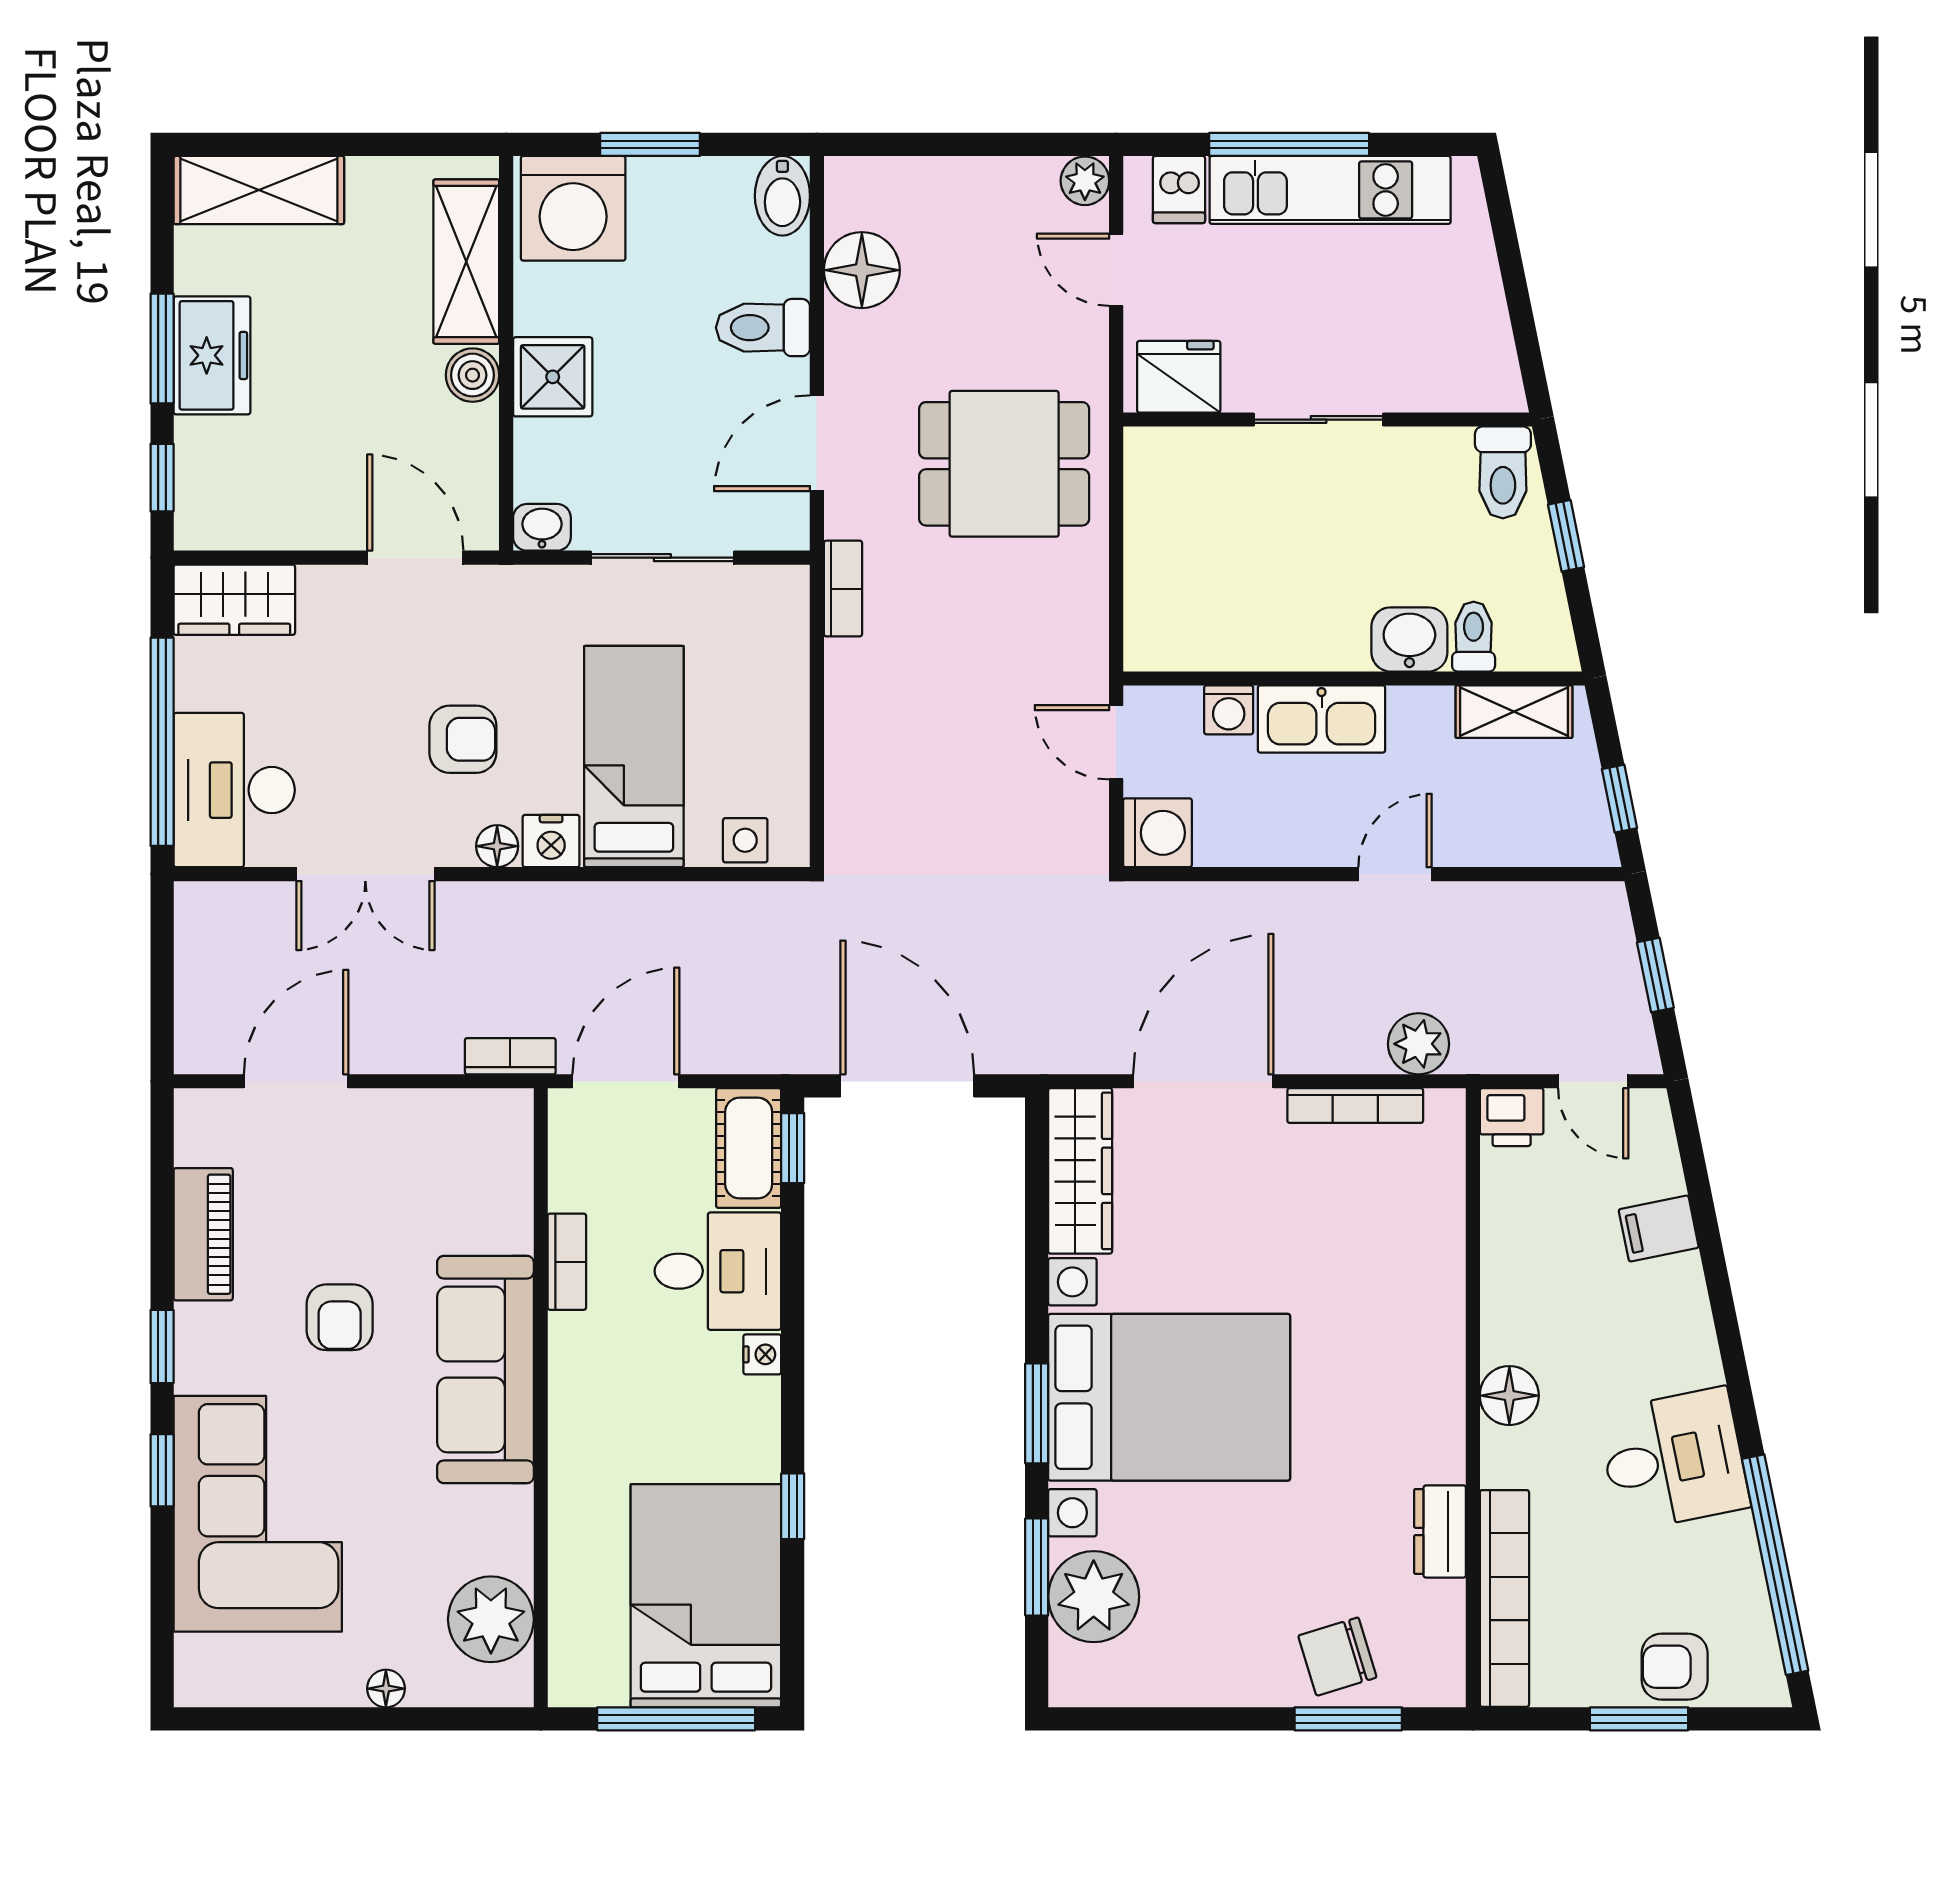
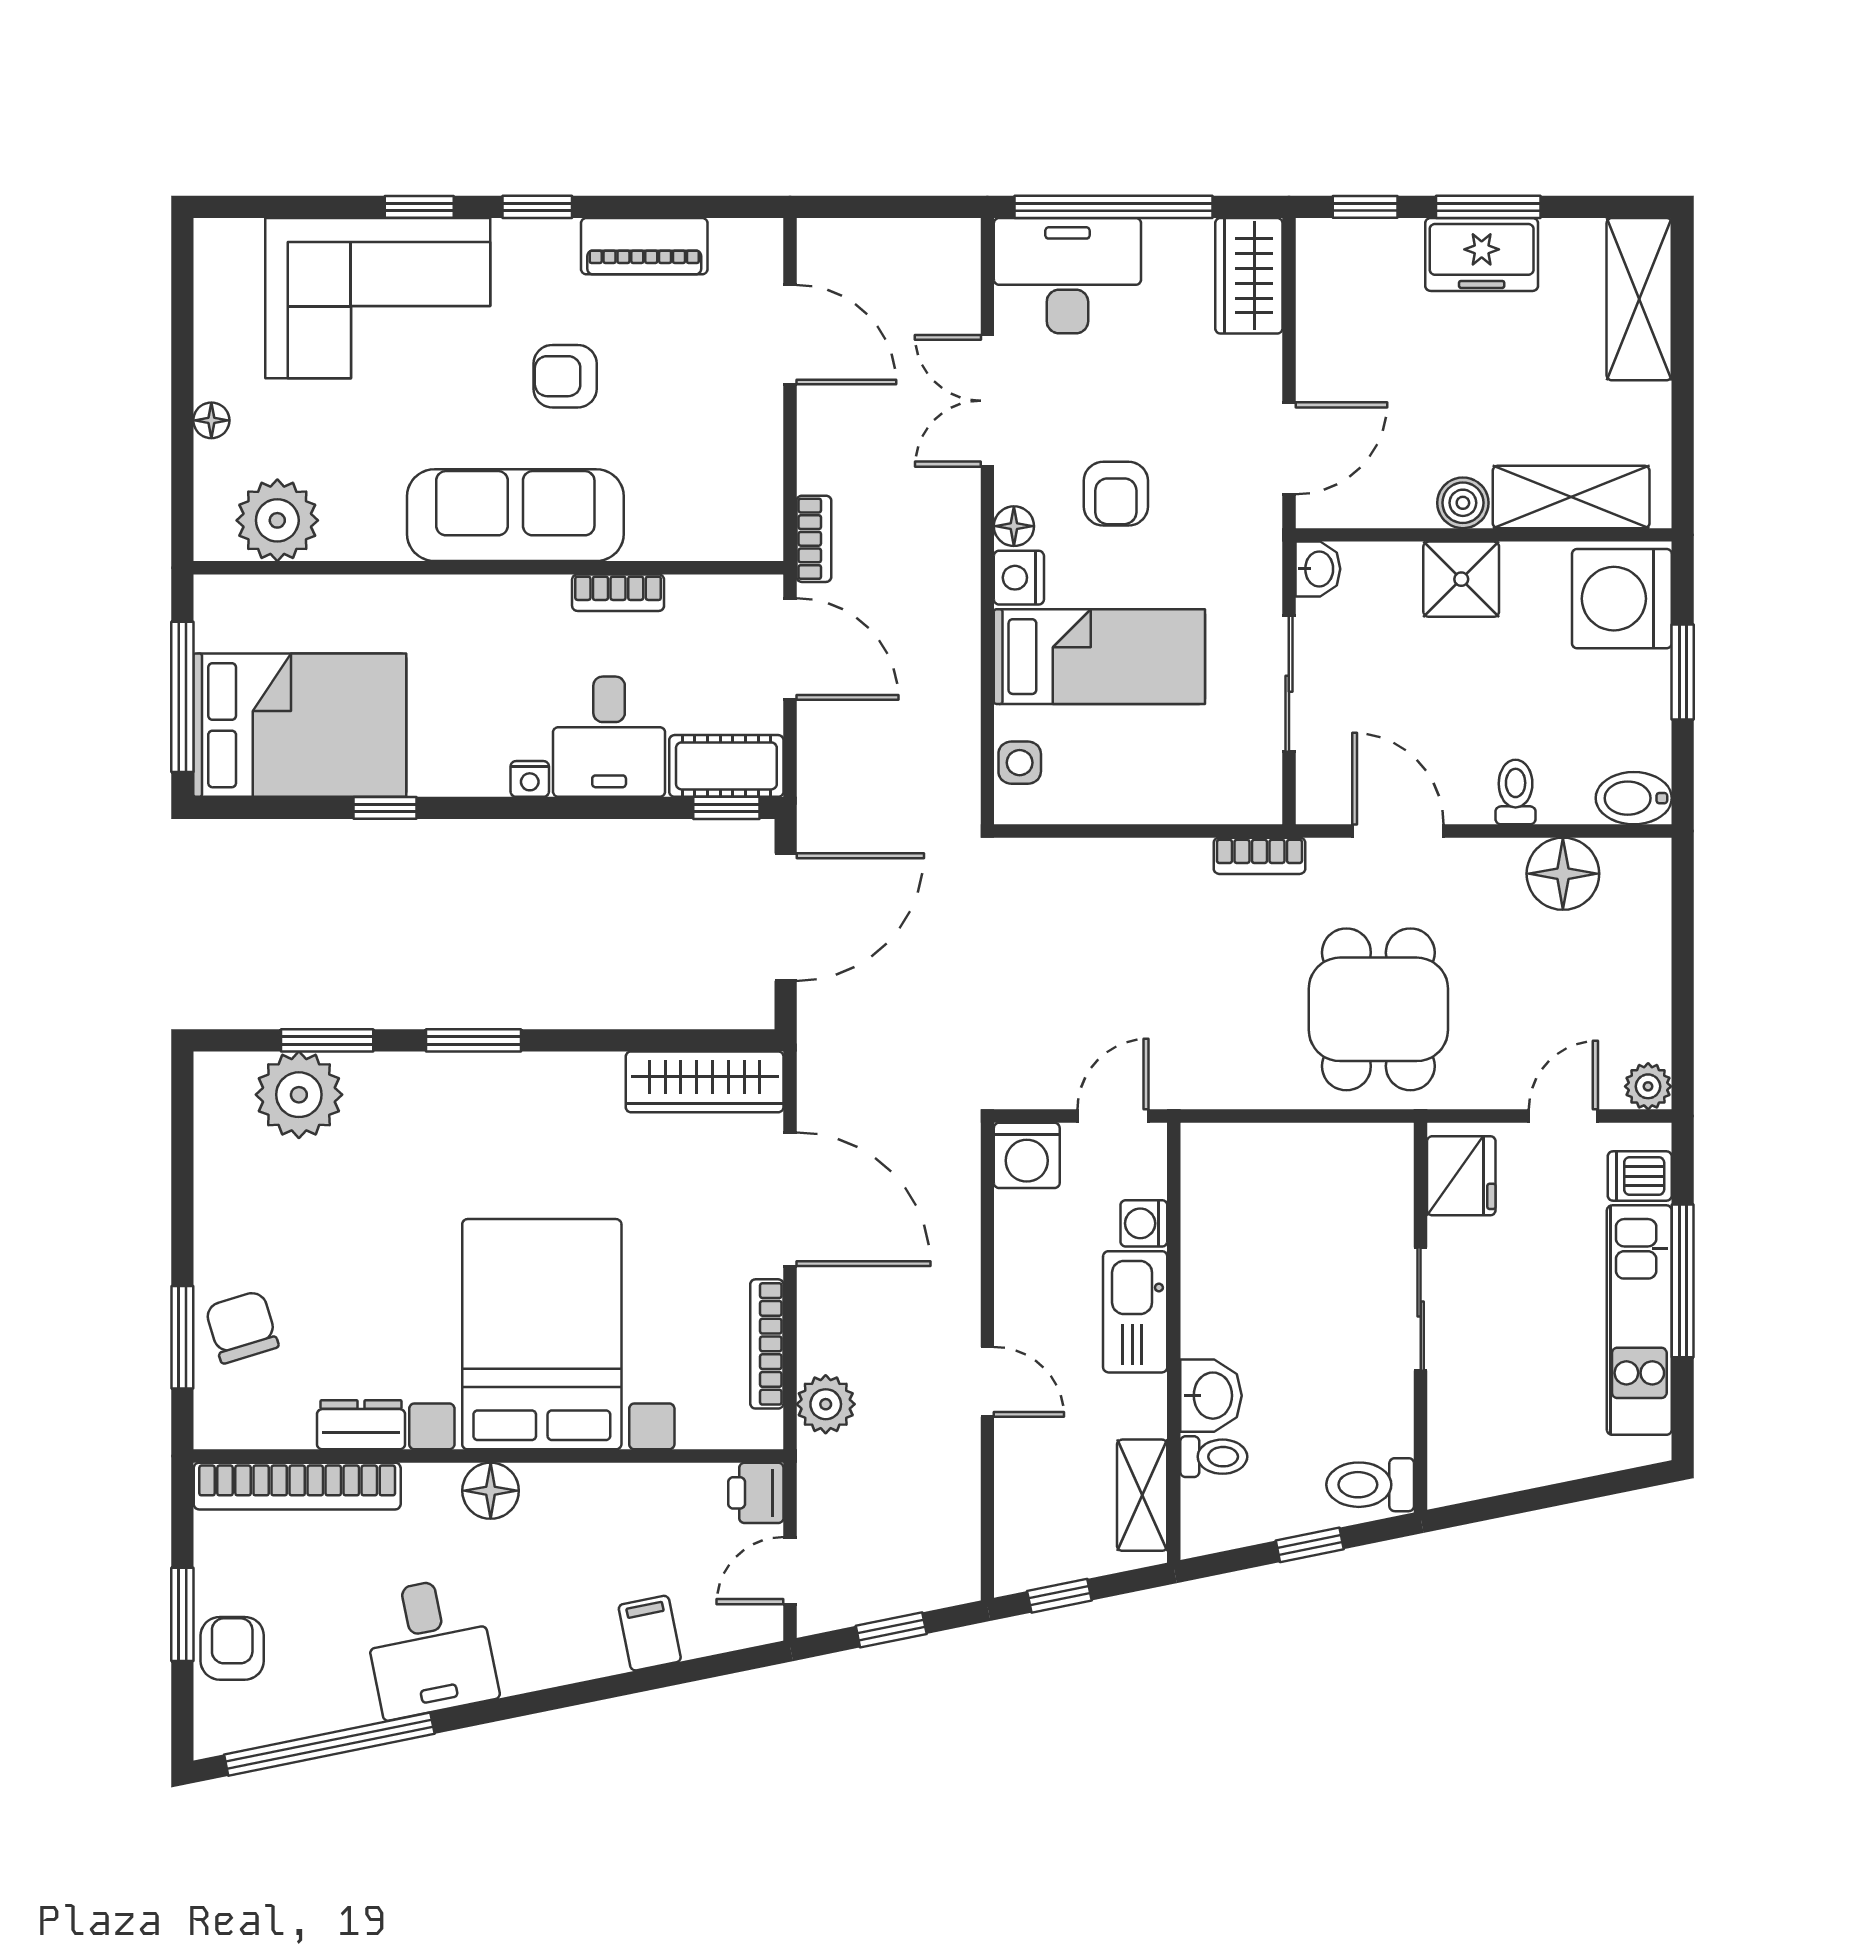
toilet: (763, 328) -> (1516, 792), width x0.73, depth x0.72
bed with nightstands: (1169, 1397) -> (542, 1334), moved, turned 180

